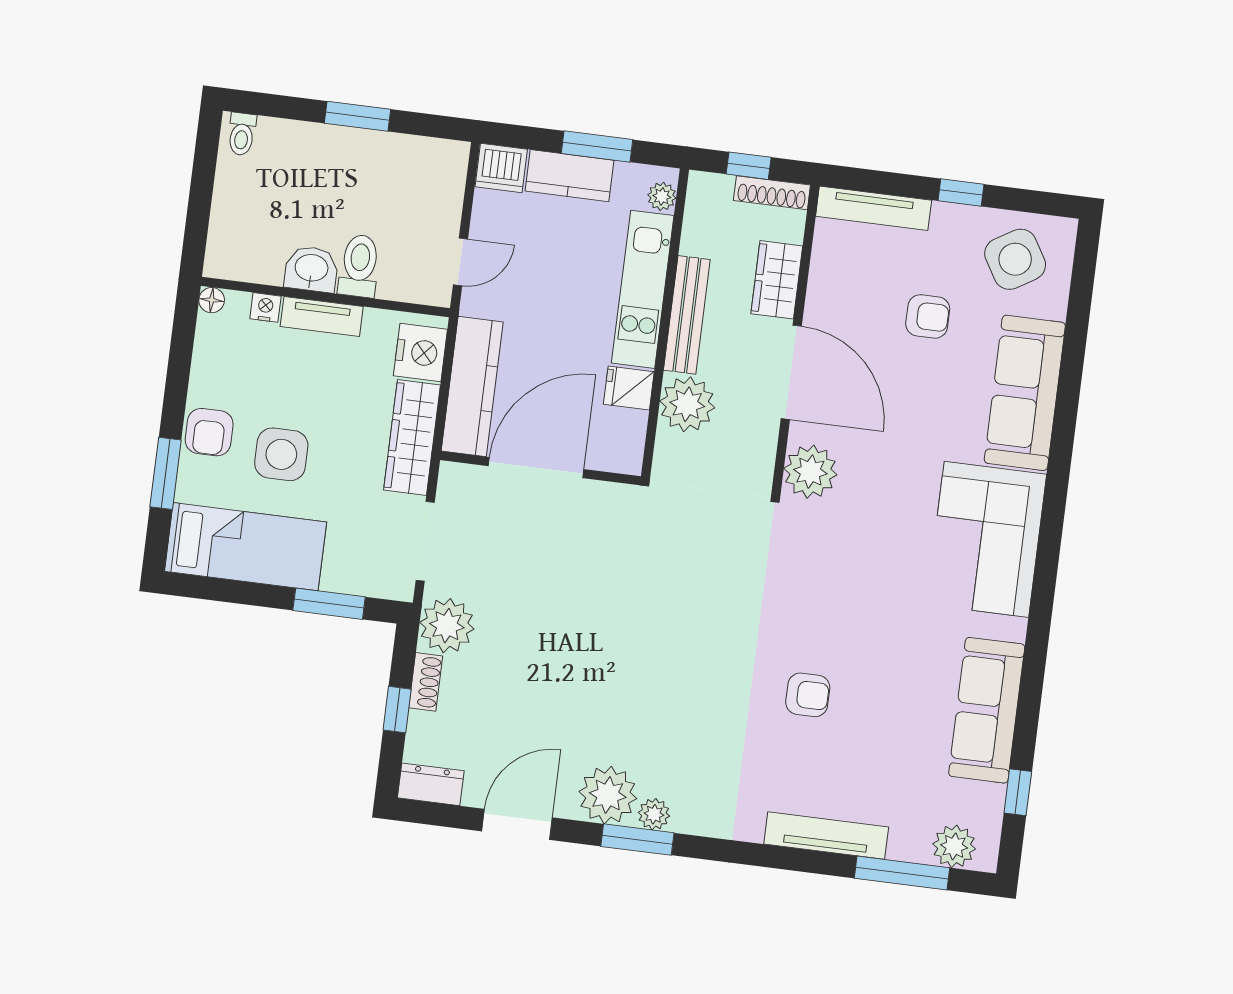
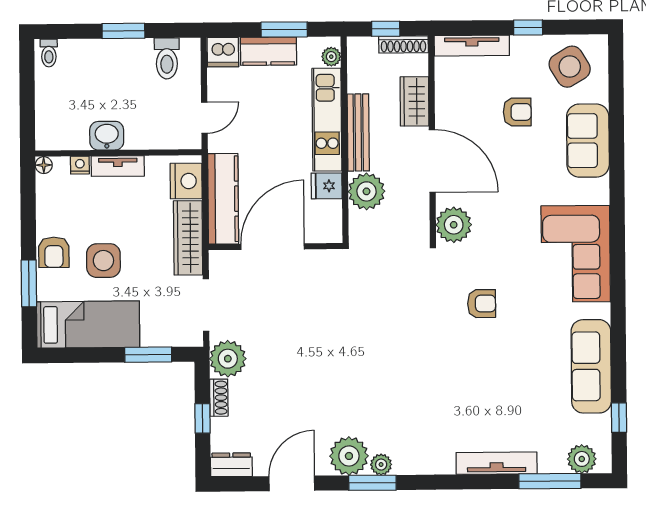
toilet: (359, 266) -> (167, 58), moved, turned 180
sofa: (1025, 393) -> (588, 141), width x0.73
armchair: (808, 695) -> (482, 304), moved

